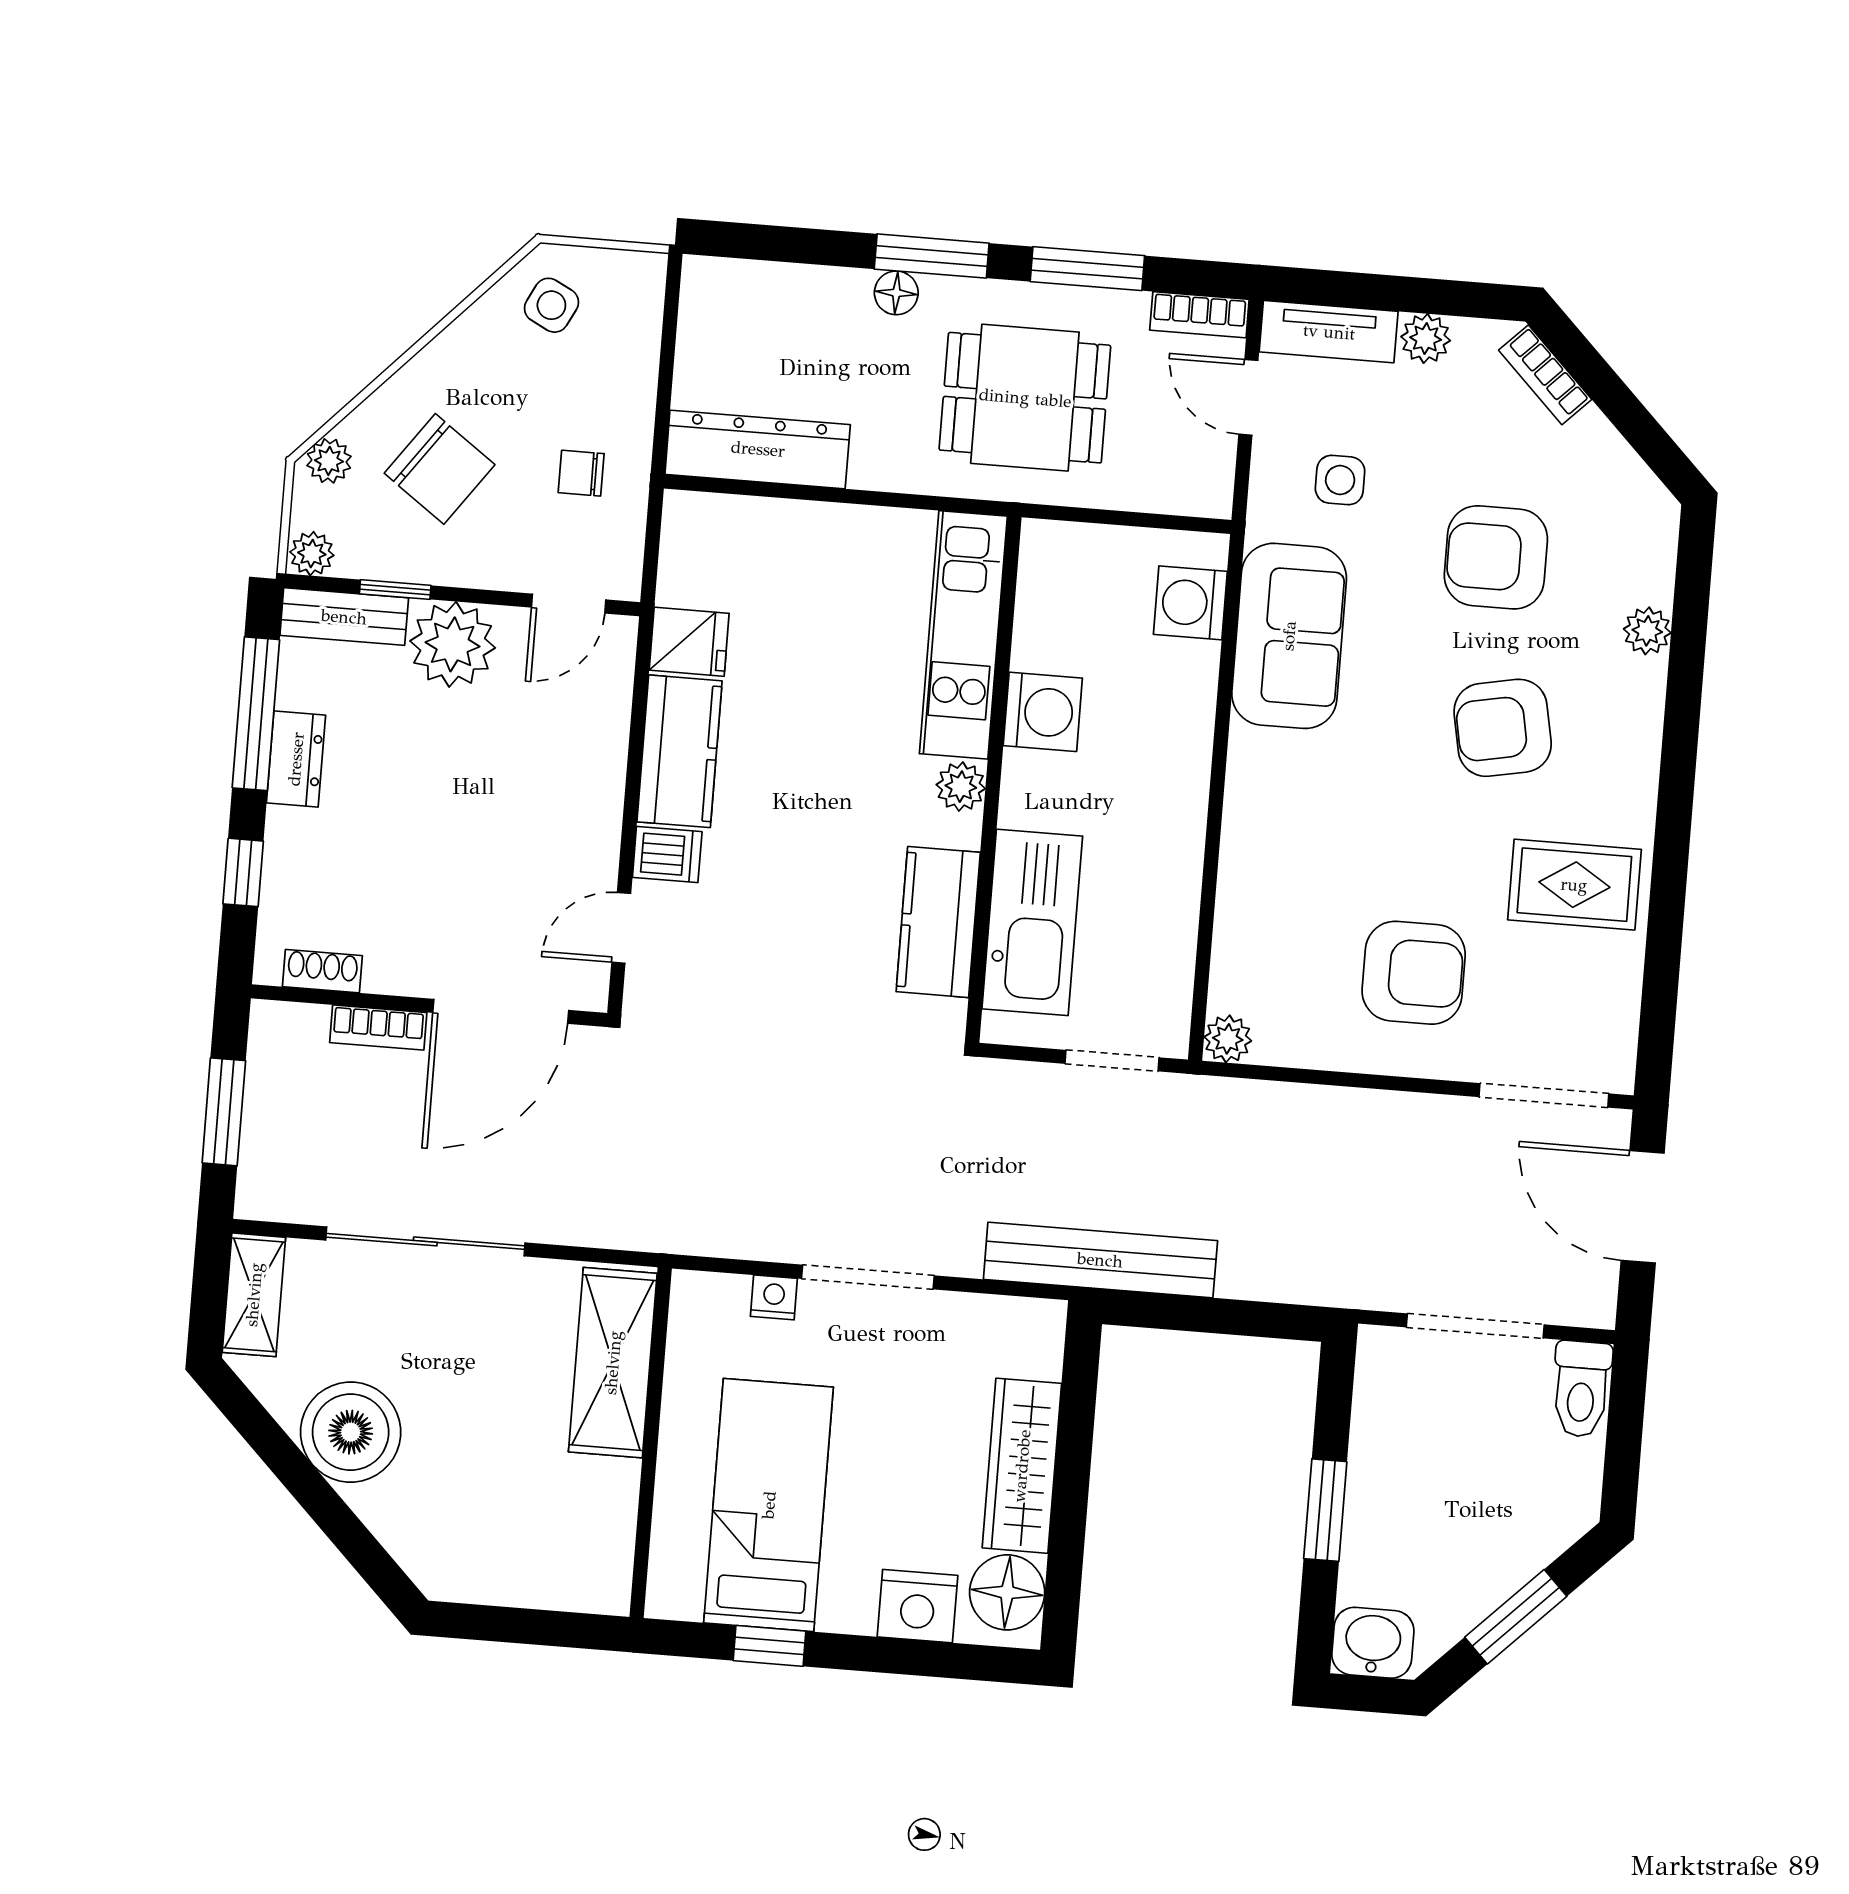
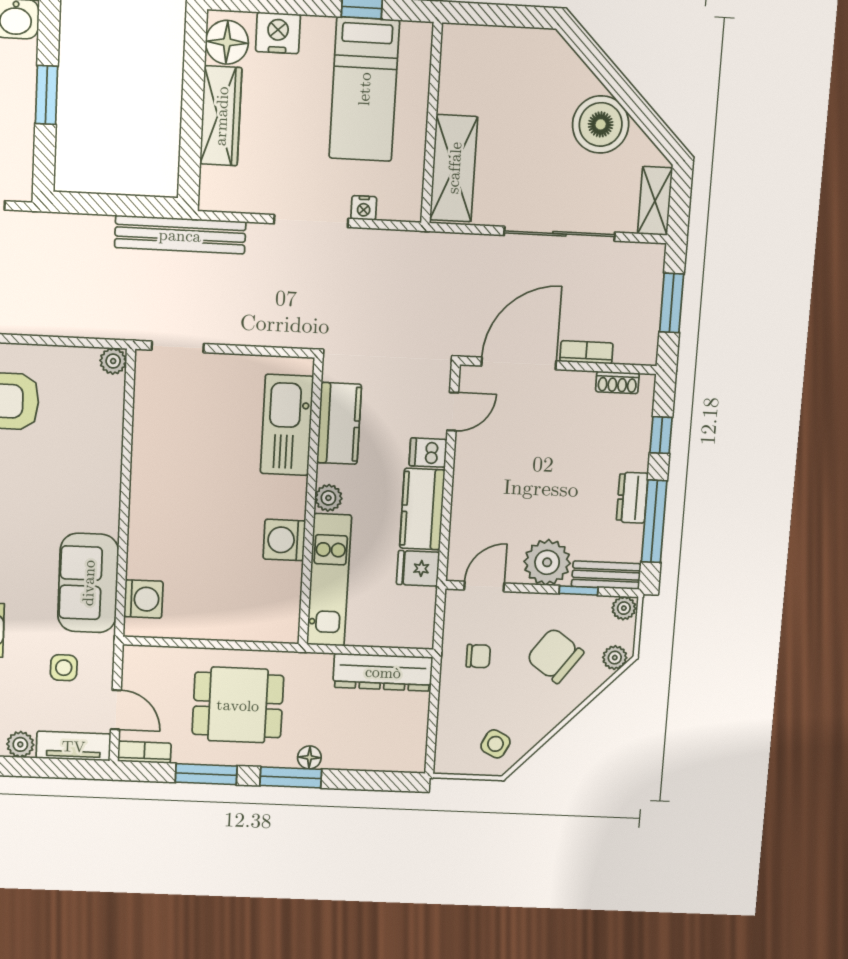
kitchen unit: (963, 635) -> (329, 580), moved
washing machine: (1043, 712) -> (284, 540), moved
wall: (993, 779) -> (311, 502), moved
plant: (961, 787) -> (328, 498), moved
kitchen counter: (938, 922) -> (339, 423), moved
kitchen sink: (1032, 922) -> (287, 425), moved

